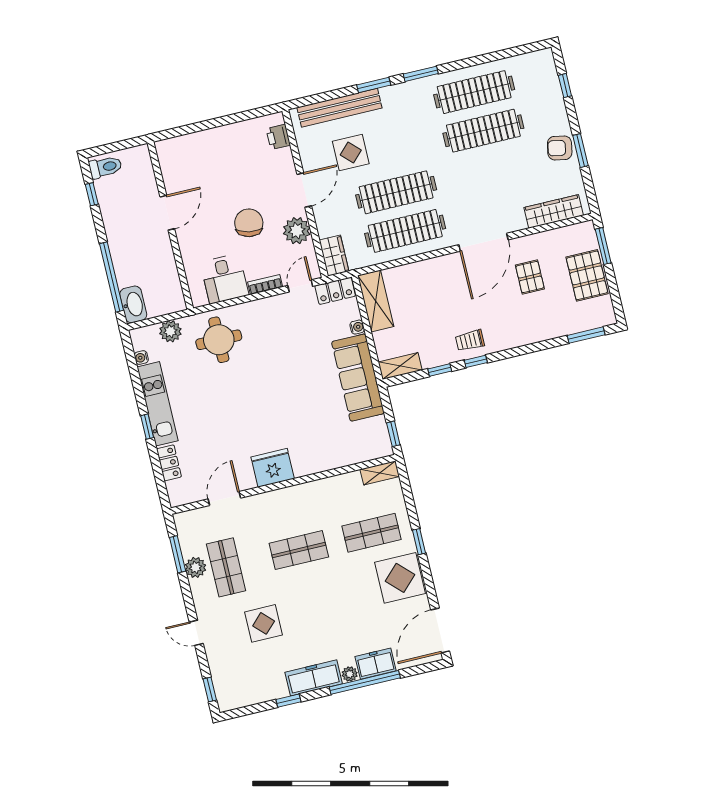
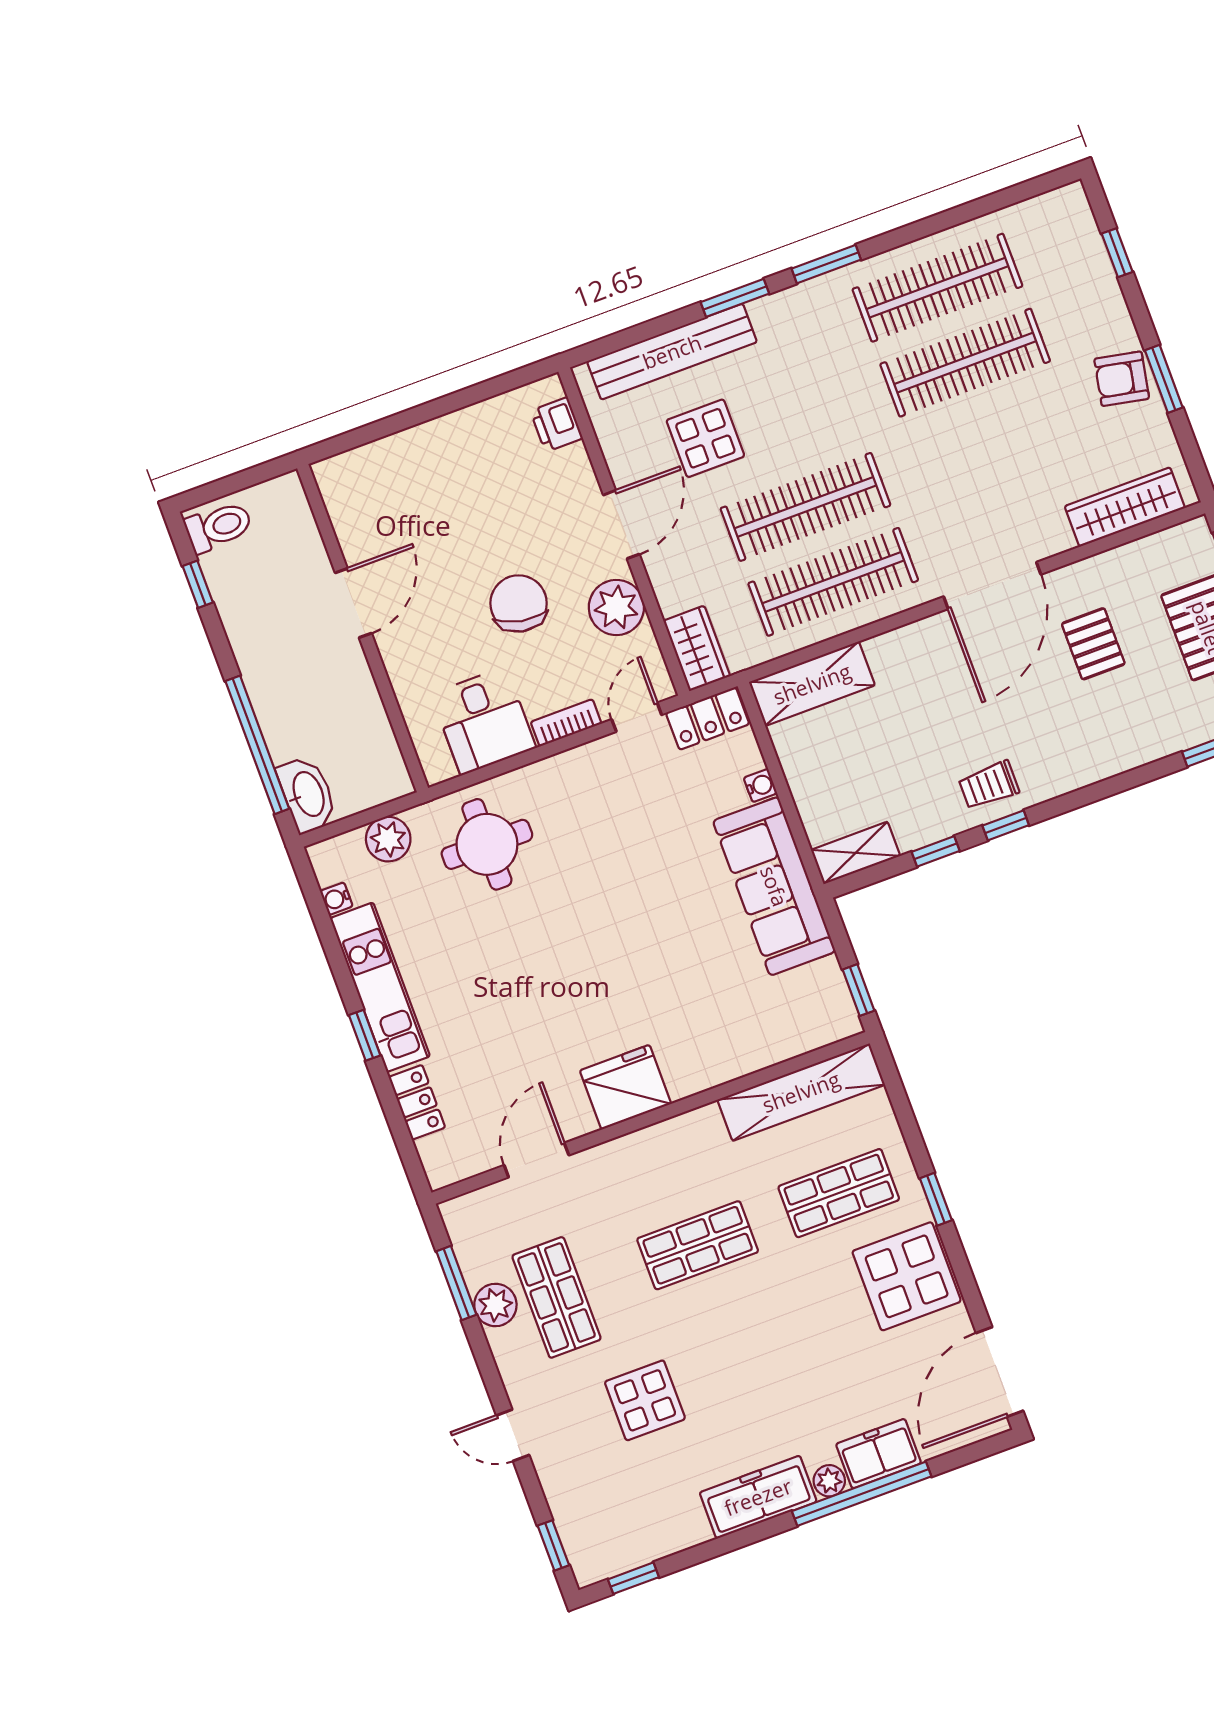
shelving: (376, 301) -> (812, 684), moved, turned 90
shelving: (380, 473) -> (801, 1092), width x2.20, depth x1.33
window: (288, 701) -> (633, 1578), moved

